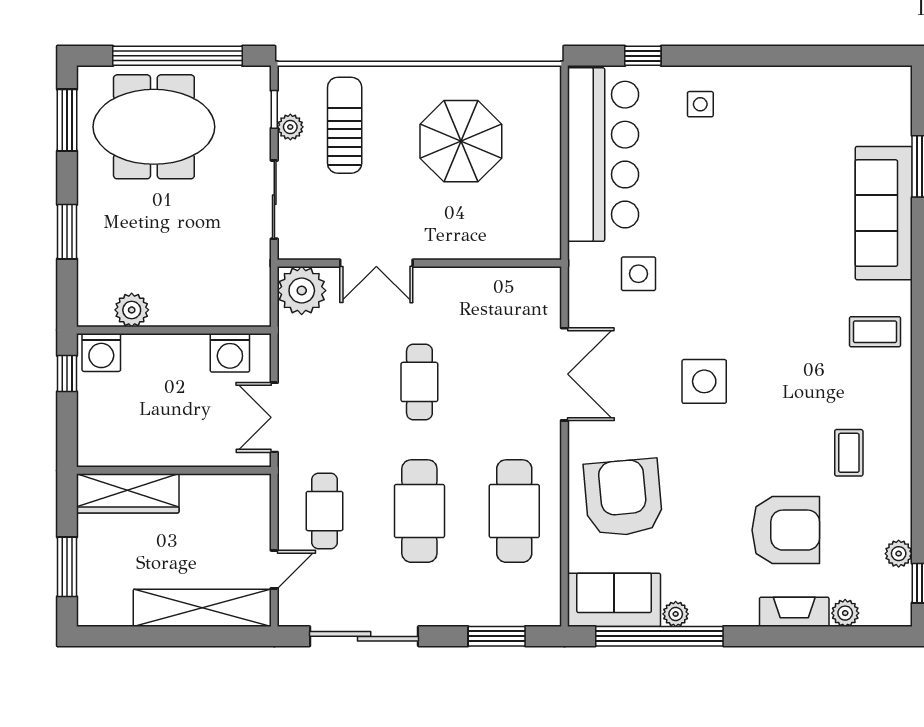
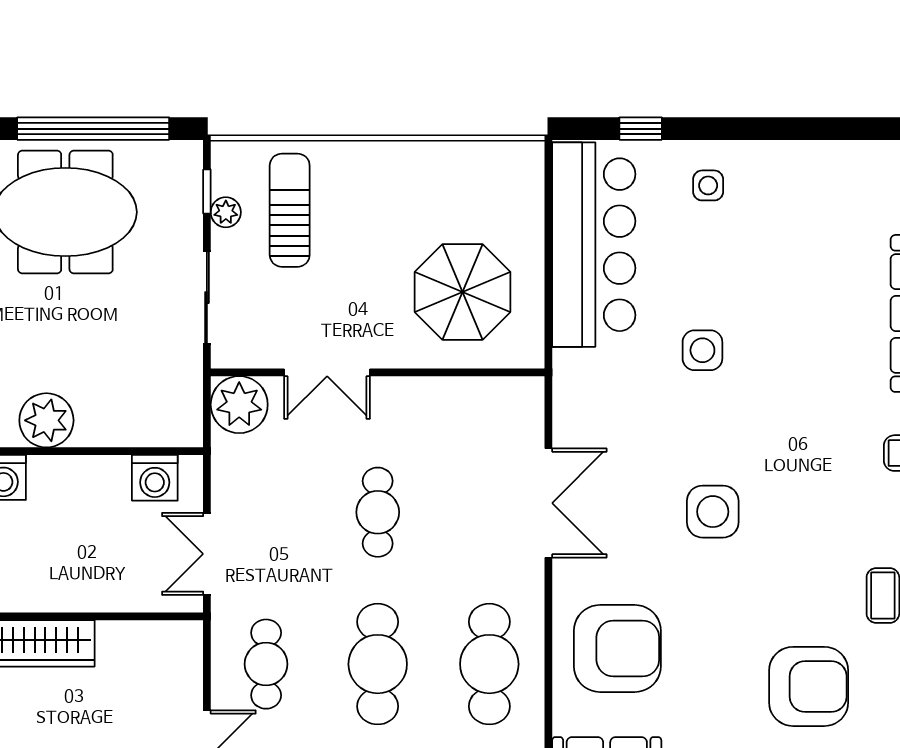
parasol: (461, 141) -> (463, 292), moved
side table: (638, 274) -> (702, 350), moved
plant: (132, 310) -> (46, 420), width x1.36, depth x1.36
armchair: (623, 498) -> (617, 648), turned 95

